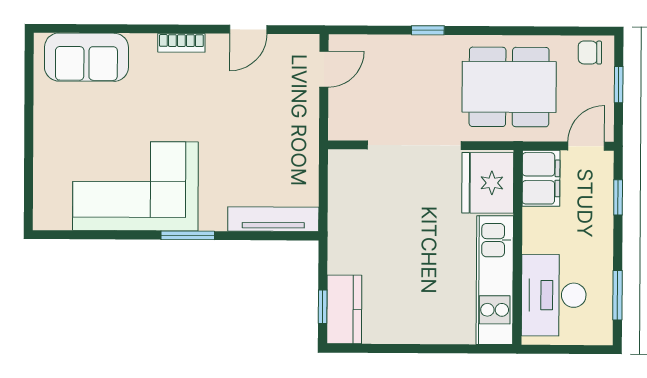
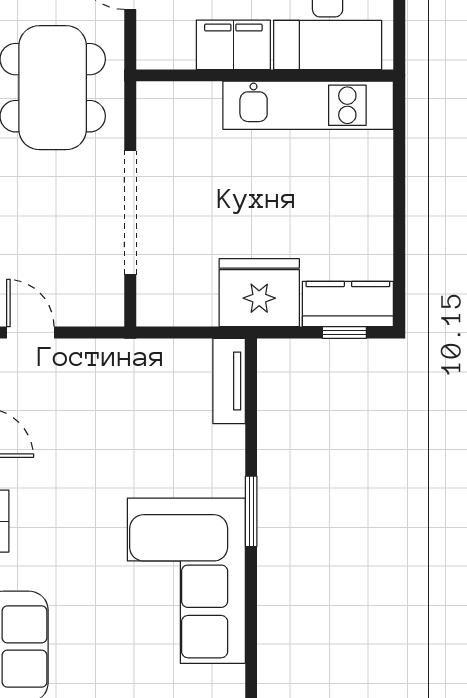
filing cabinet: (541, 178) -> (233, 45), moved
fridge: (488, 183) -> (259, 293), moved, turned 180
tv unit: (273, 219) -> (229, 381), width x0.71

